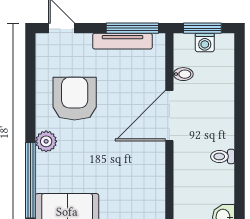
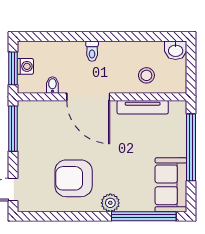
tv unit: (122, 41) -> (143, 107), moved, turned 90
toilet: (223, 156) -> (92, 51), moved
stool: (194, 183) -> (146, 75), added

